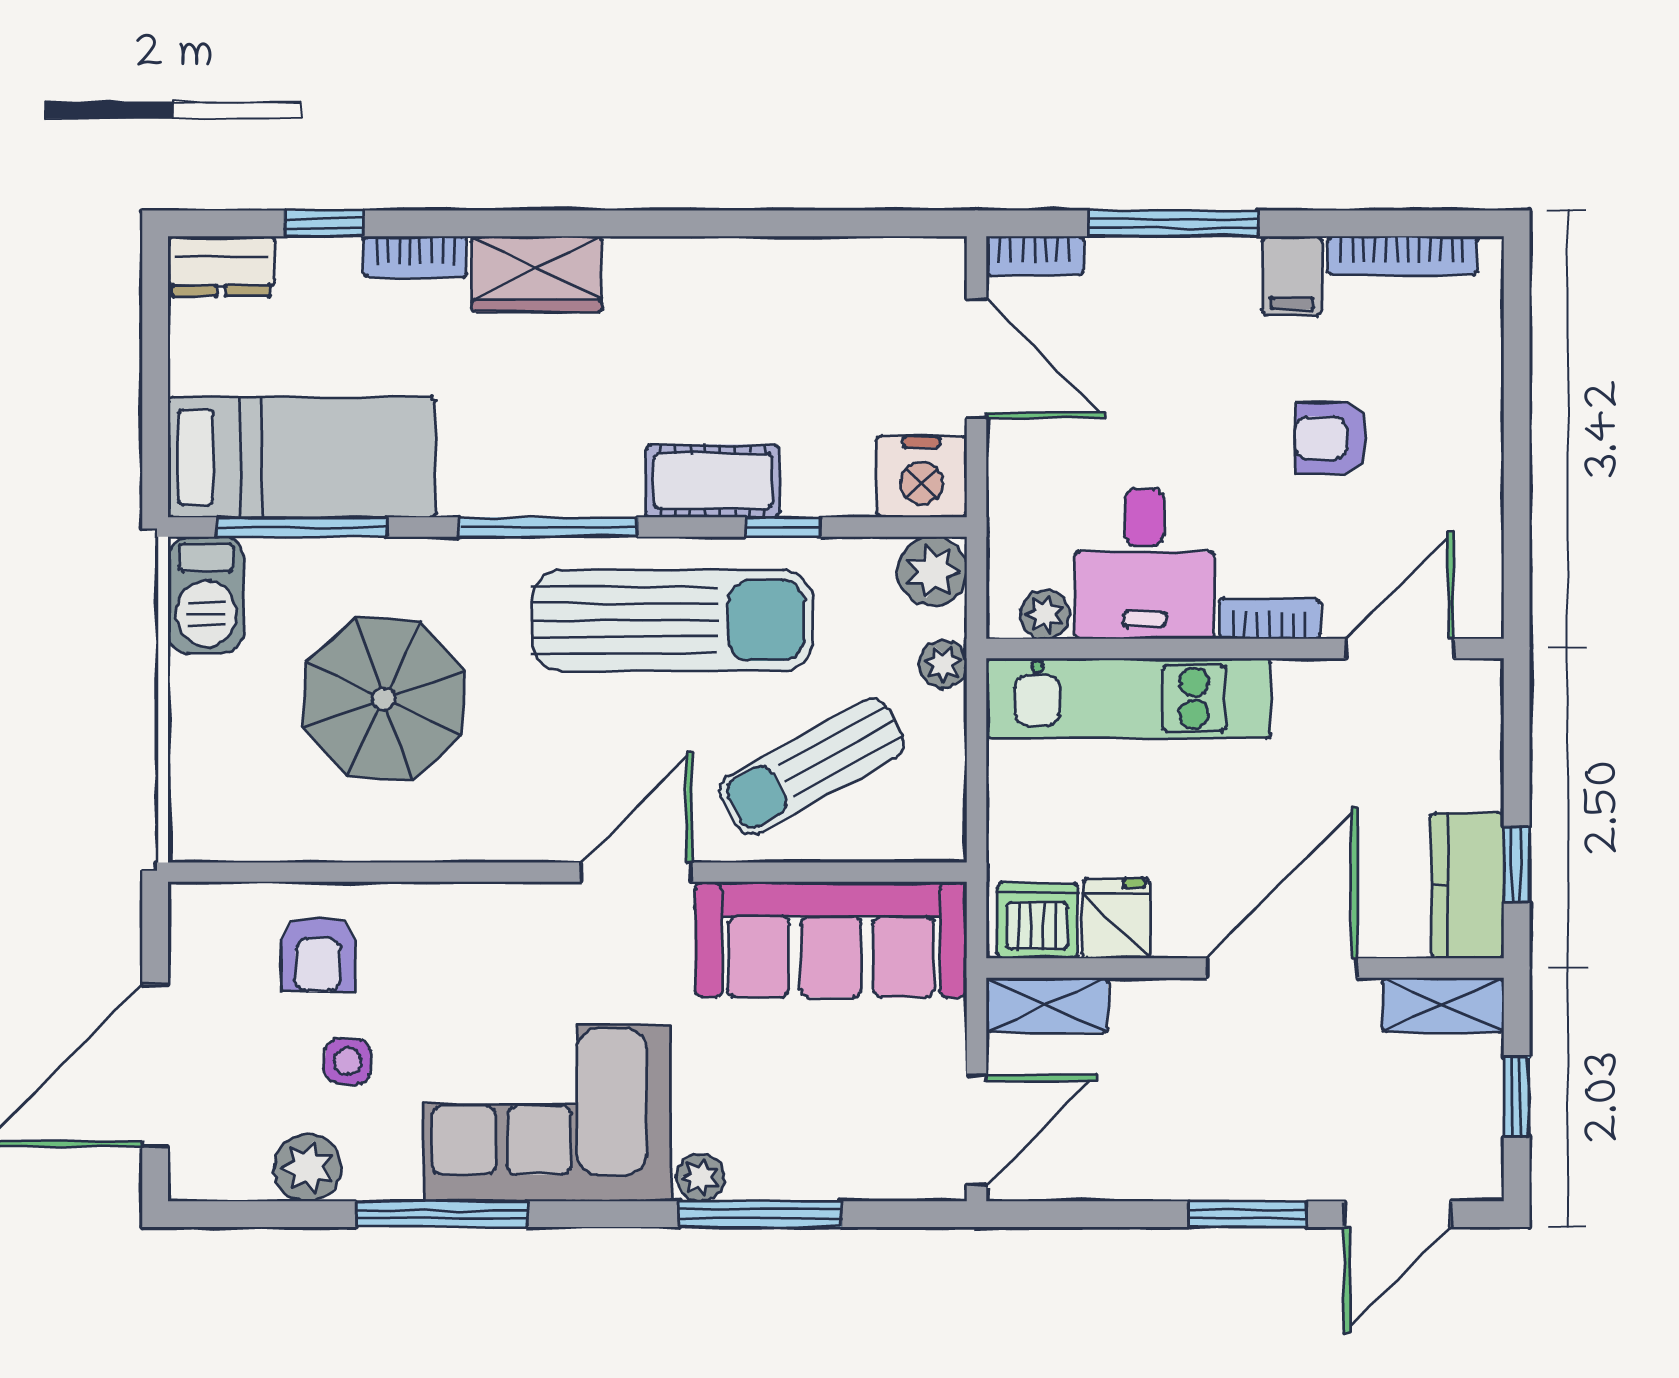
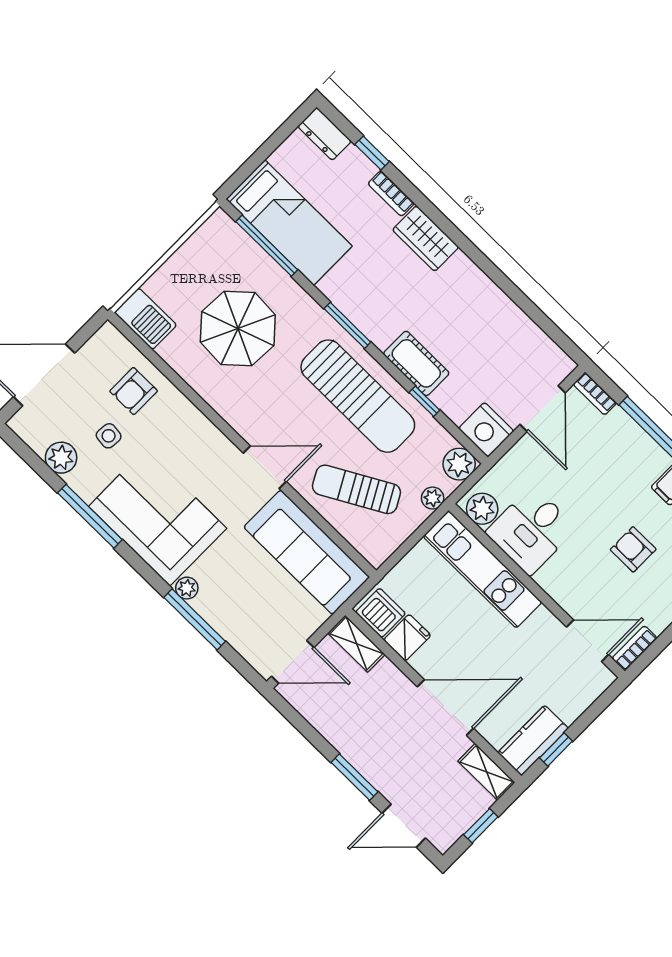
window: (548, 527) -> (347, 325), width x0.69
barbecue: (206, 595) -> (145, 319), moved, turned -90
plant: (1045, 614) -> (482, 509), width x1.38, depth x1.38
bookcase: (1270, 619) -> (635, 648), moved, turned -90

